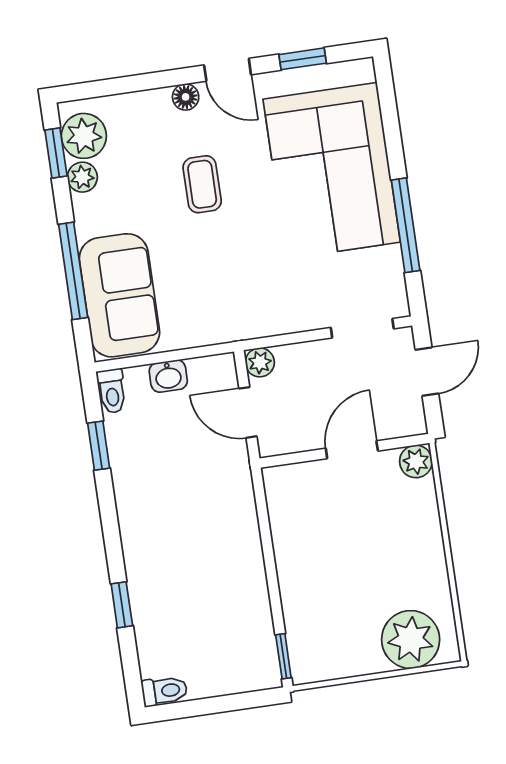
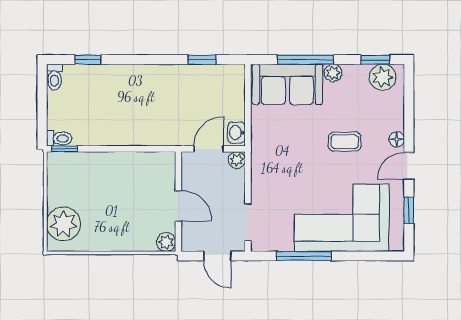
plant: (82, 177) -> (333, 73), moved
washbasin: (168, 376) -> (237, 133), moved
toilet: (112, 391) -> (59, 138), moved, turned 180
window: (122, 605) -> (88, 60), moved

